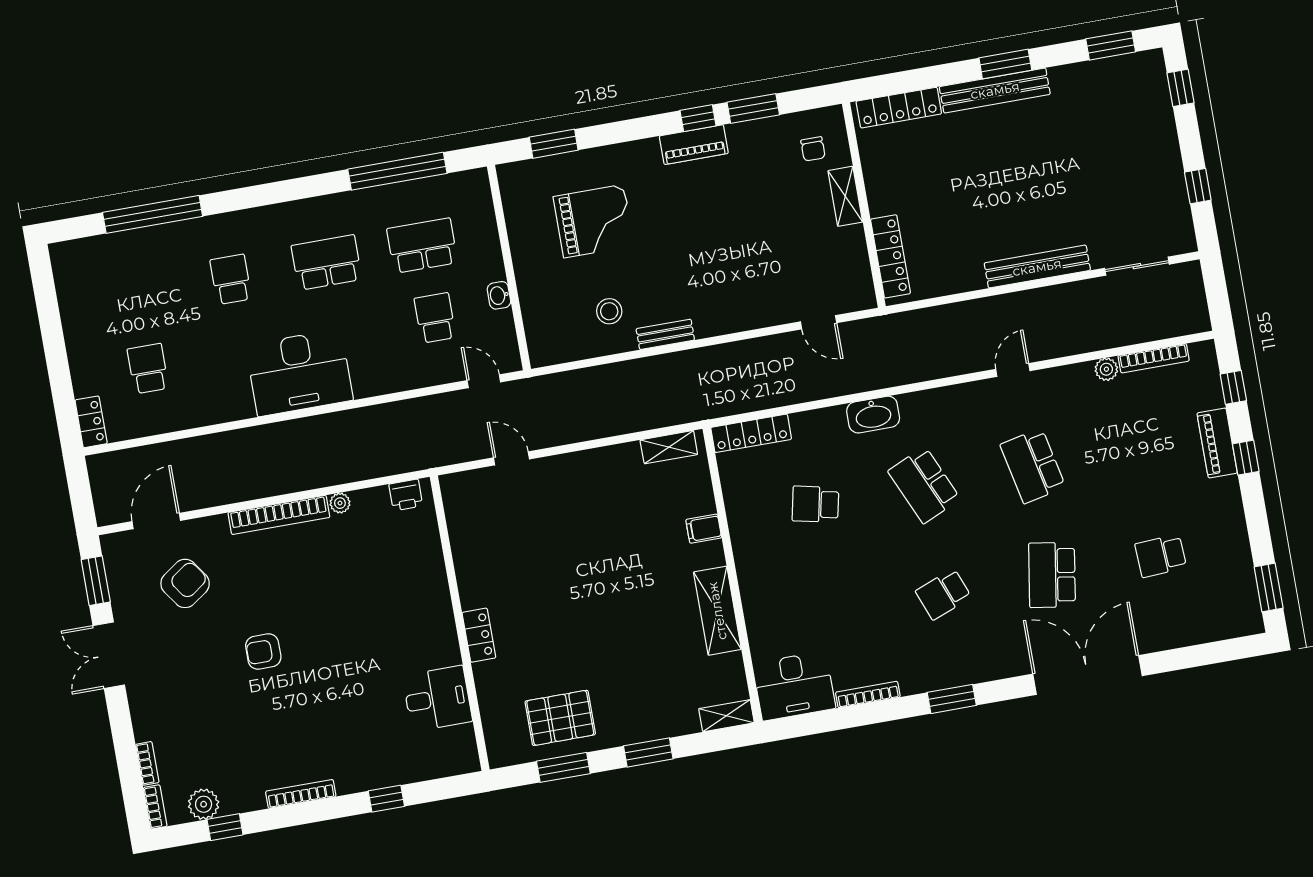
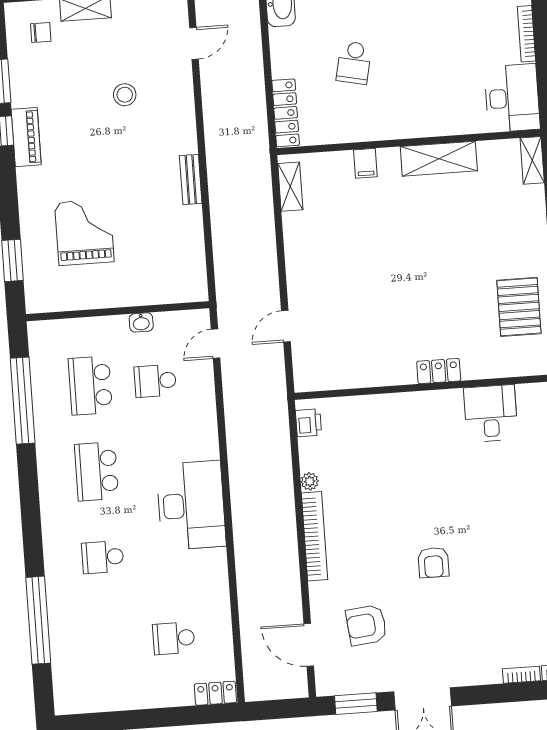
stool: (609, 311) -> (125, 95), moved
armchair: (185, 583) -> (366, 625), turned -61

